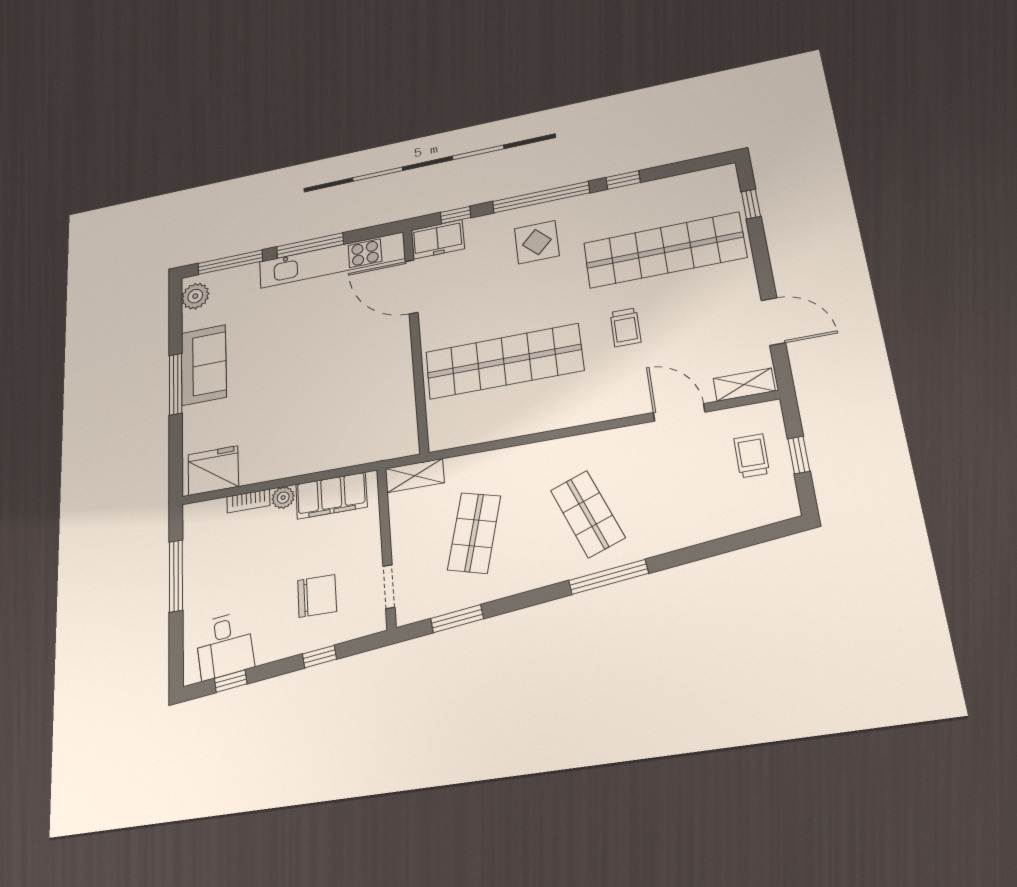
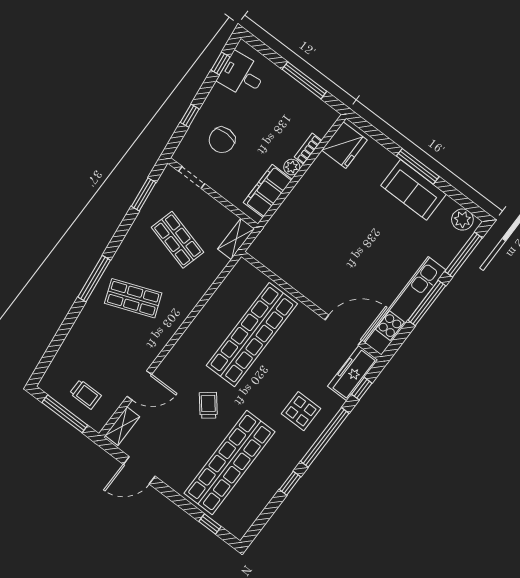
freezer: (438, 239) -> (353, 373), width x1.40
trolley: (625, 327) -> (208, 405), turned 51
window: (799, 455) -> (65, 414), width x2.17

